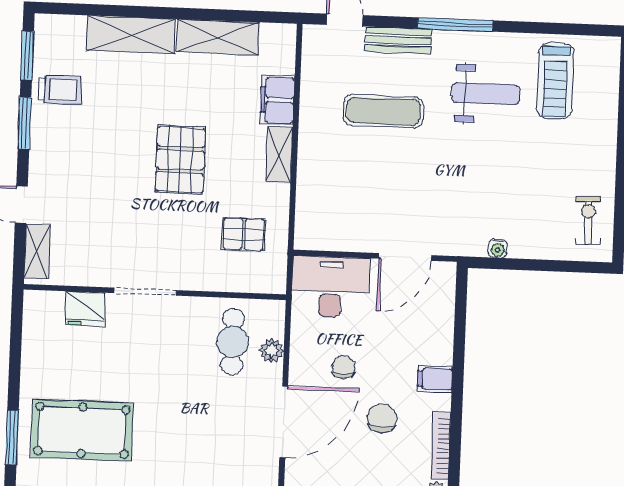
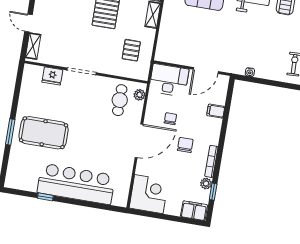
pallet: (244, 234) -> (131, 50), turned 90
plant: (272, 351) -> (139, 95), moved
filing cabinet: (435, 379) -> (216, 111), moved

